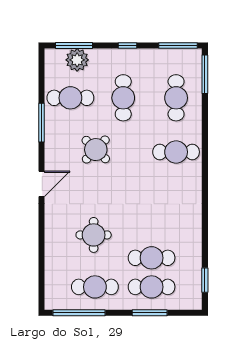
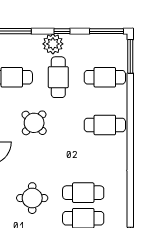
plant: (77, 60) -> (53, 44), moved
cafe table: (176, 98) -> (105, 77), turned 90
cafe table: (152, 229) -> (83, 193), added

